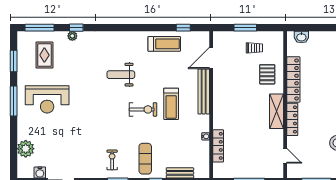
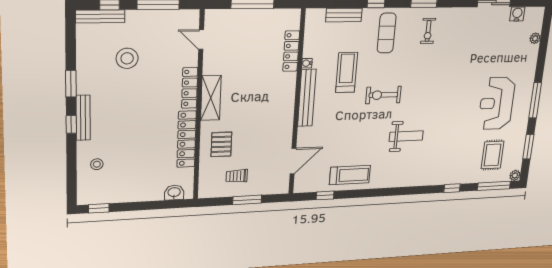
plant: (72, 36) -> (515, 175), moved
treadmill: (164, 44) -> (350, 175), turned 180
bench: (204, 91) -> (307, 98), moved
reception desk: (47, 99) -> (497, 103), turned -90
treadmill: (171, 104) -> (346, 72), moved
plant: (26, 149) -> (535, 38), width x0.53, depth x0.53

